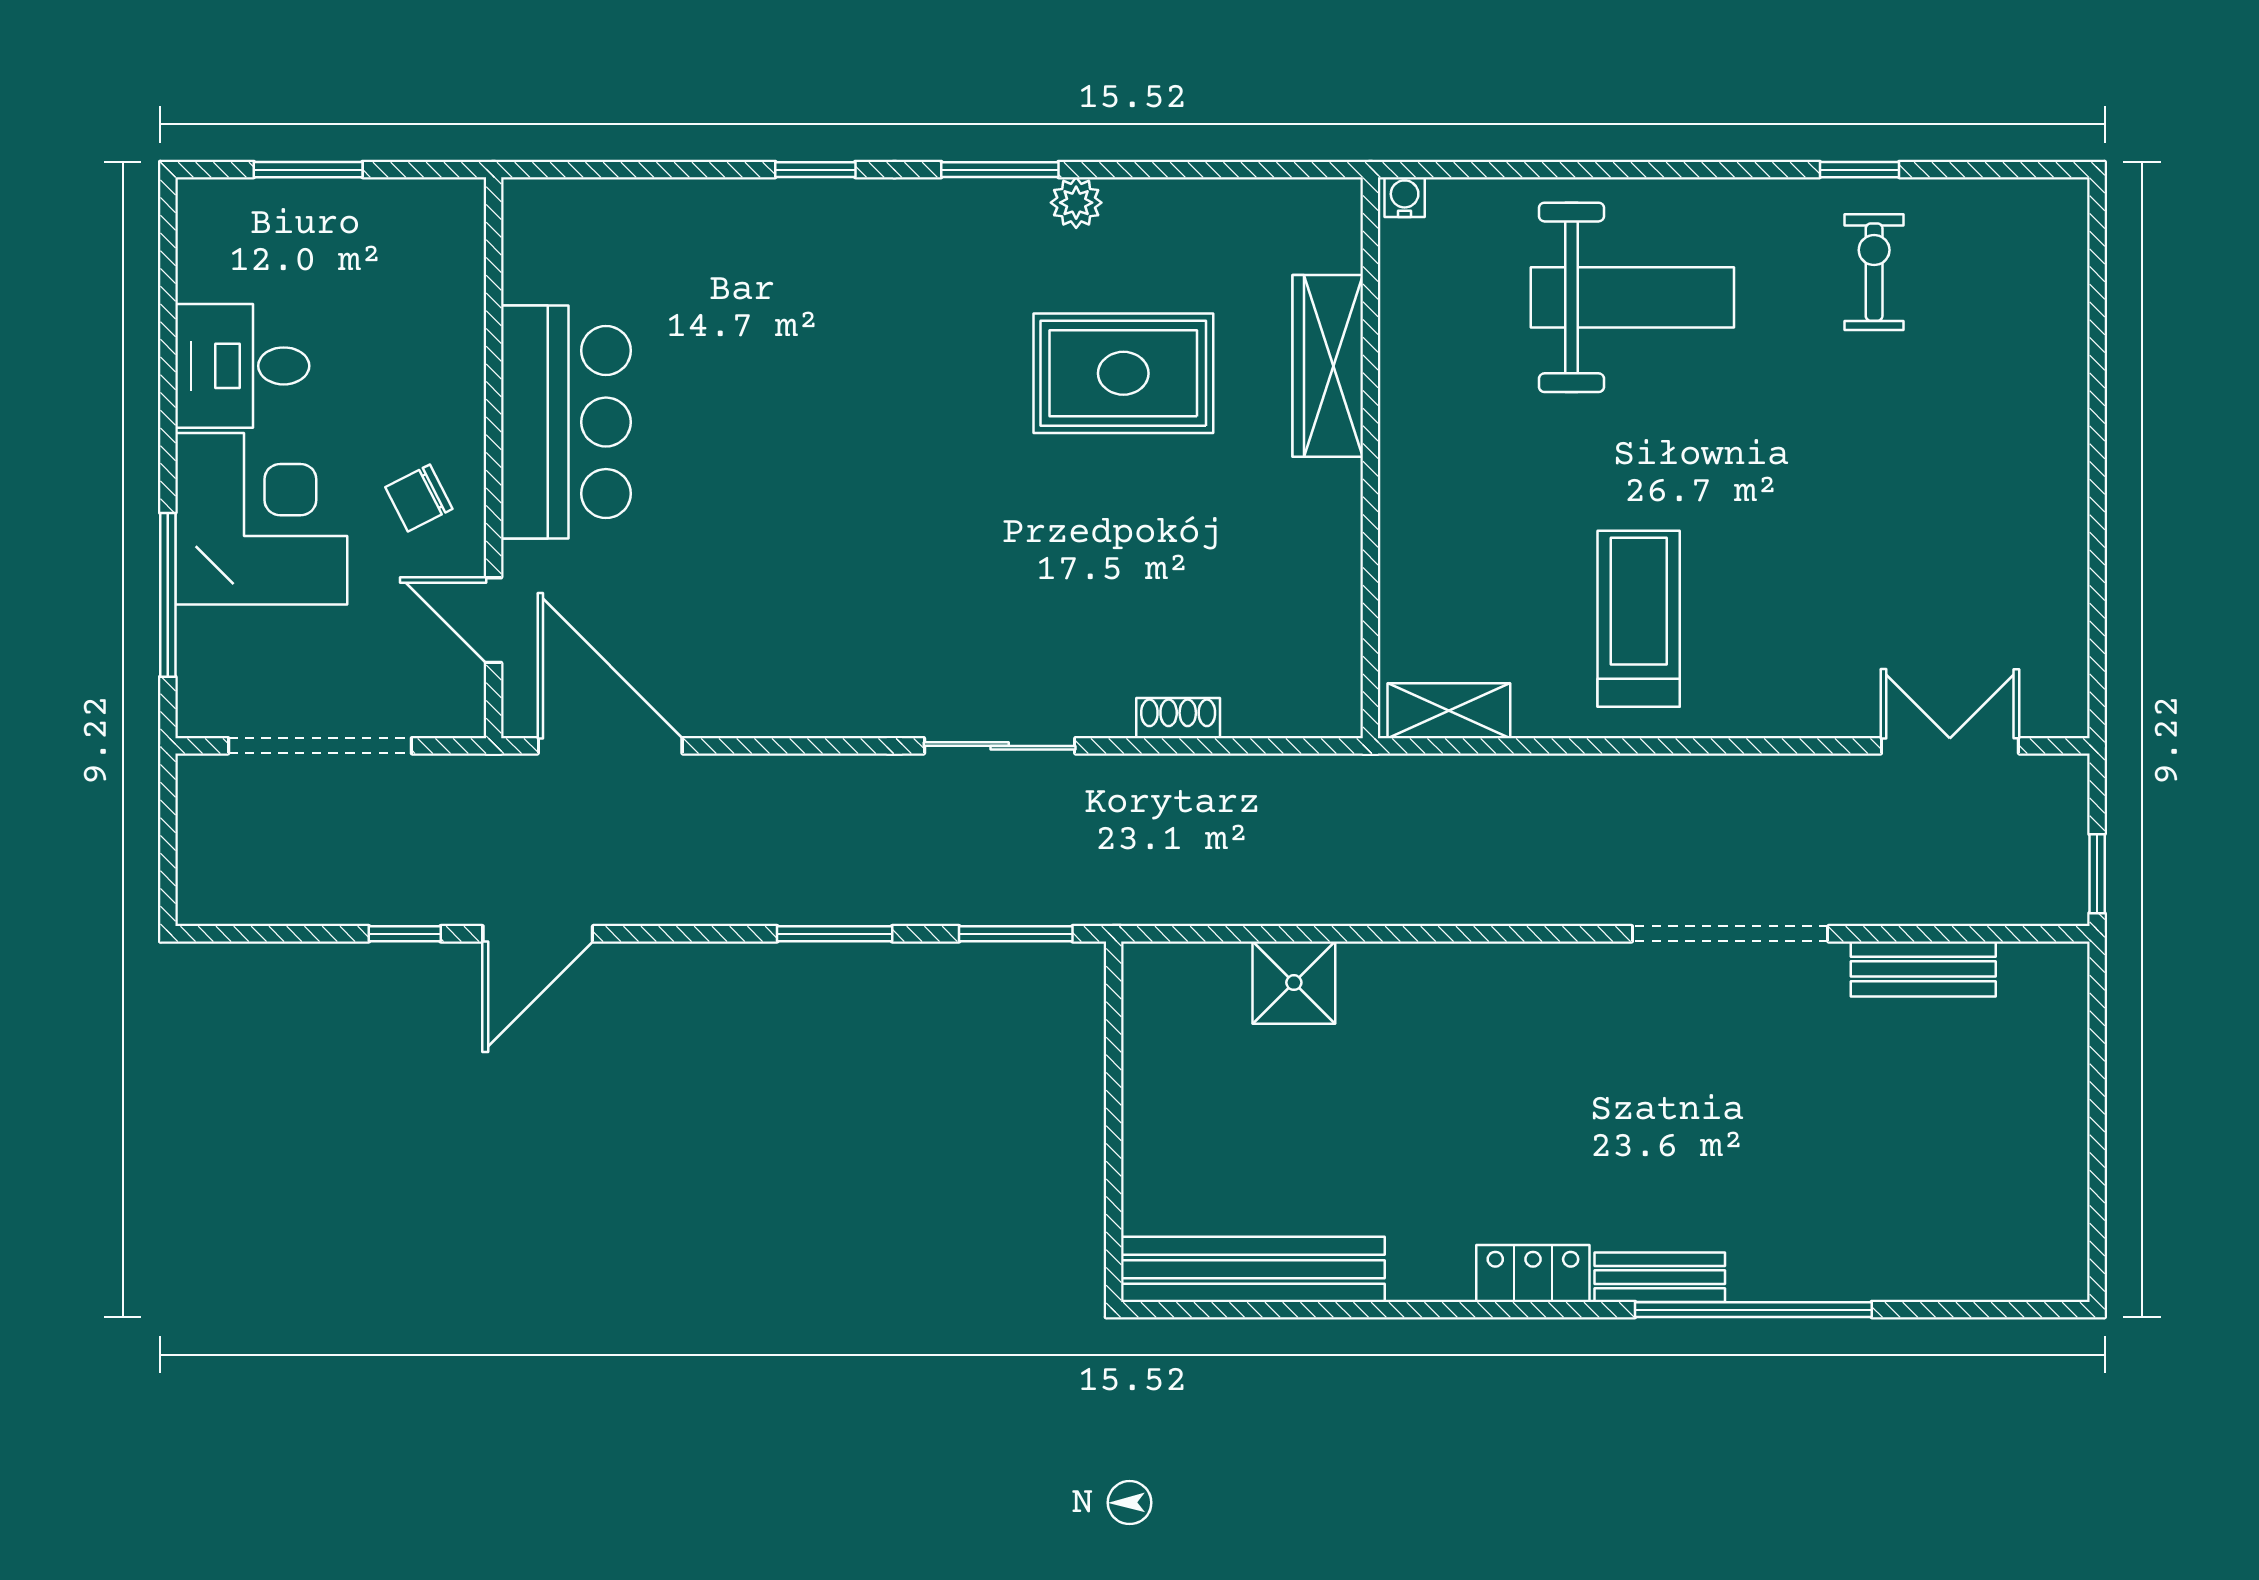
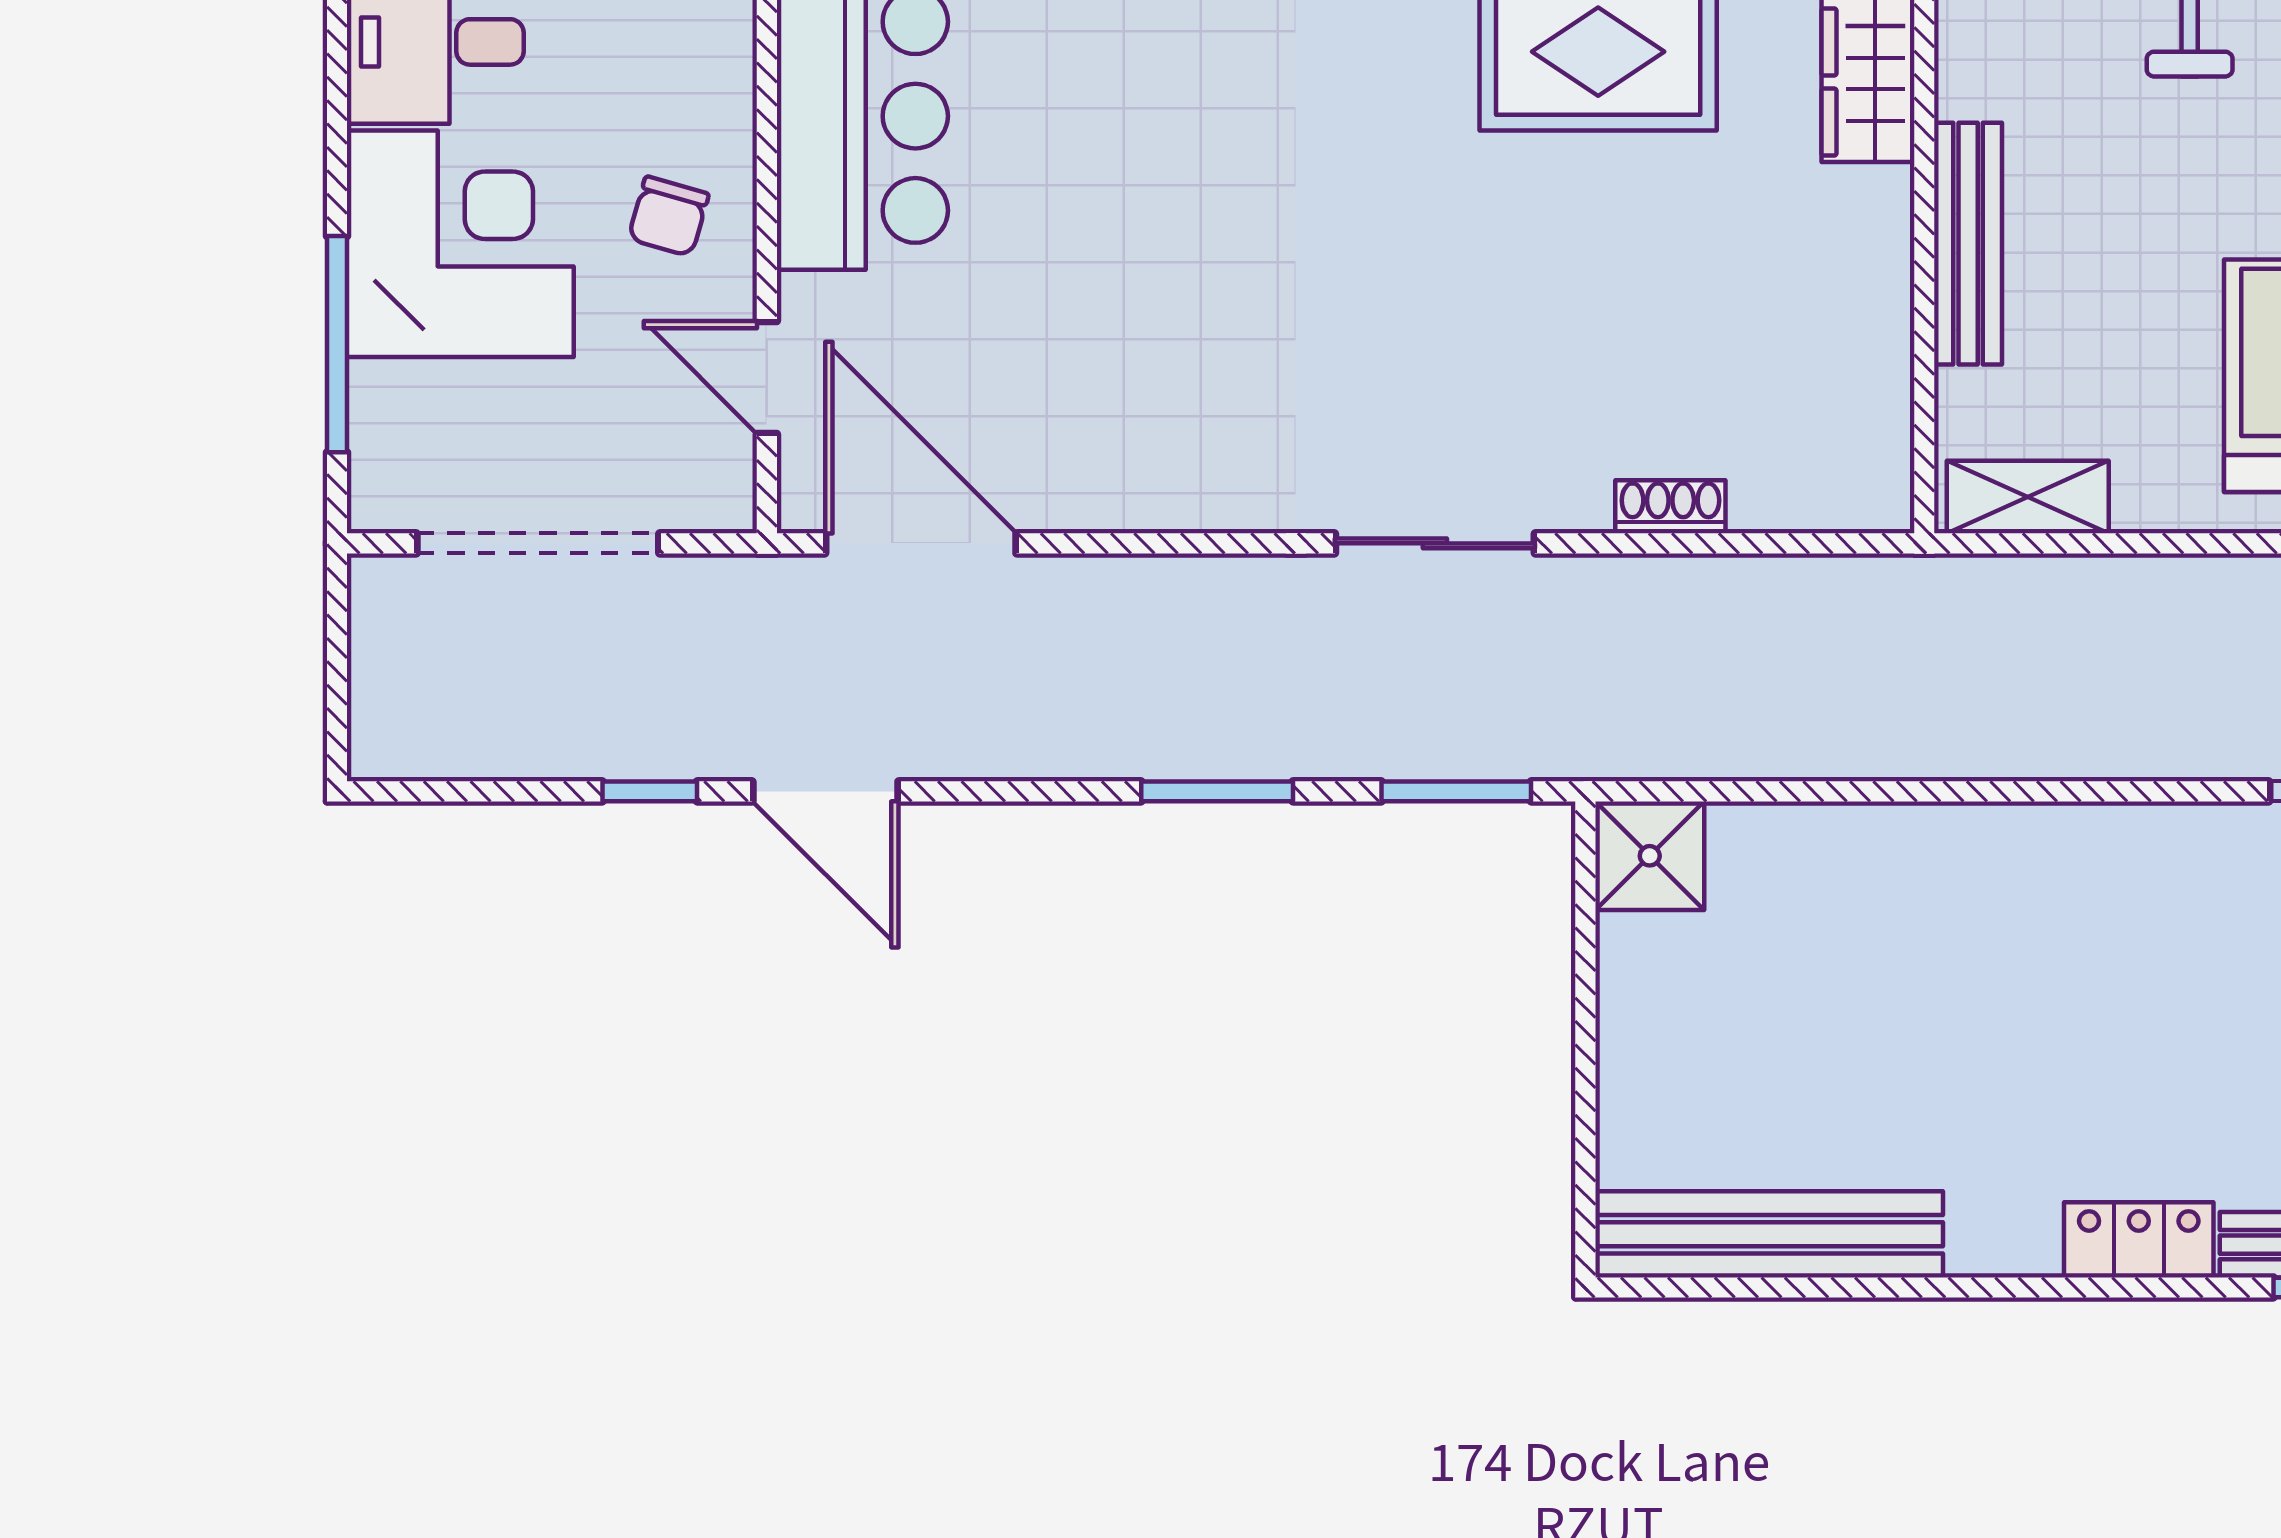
chair: (419, 498) -> (668, 216), turned -47
bench: (1404, 519) -> (1968, 244), added
door: (538, 934) -> (825, 791), hinge flipped
shower: (1294, 983) -> (1650, 856), moved

